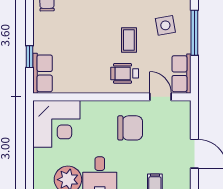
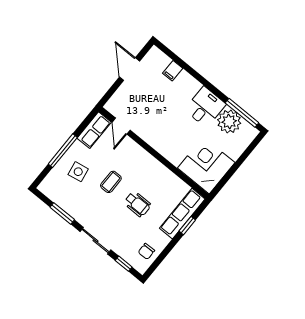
row of seats: (43, 73) -> (182, 214), width x1.48
wheelchair: (125, 73) -> (137, 204), moved
chair: (130, 128) -> (159, 122), removed

